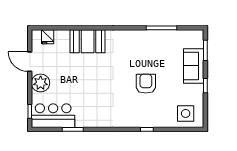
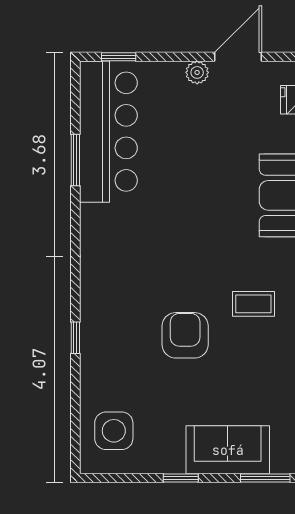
coffee table: (133, 55) -> (253, 304), added
plant: (41, 83) -> (197, 72), width x0.53, depth x0.53
armchair: (146, 84) -> (185, 335), turned -90
bar counter: (53, 116) -> (108, 132), width x1.36

